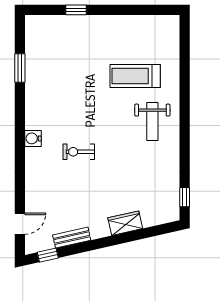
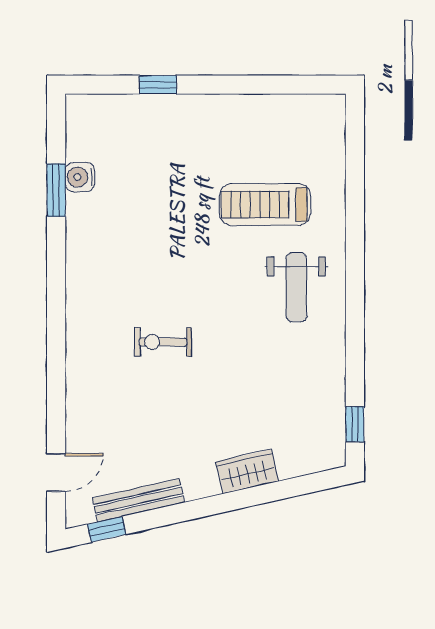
water cooler: (33, 138) -> (80, 177), moved
bench: (72, 238) -> (139, 500), width x1.36

